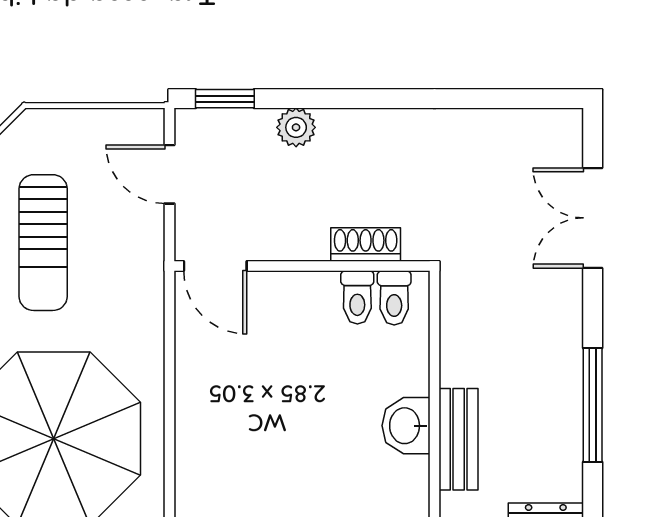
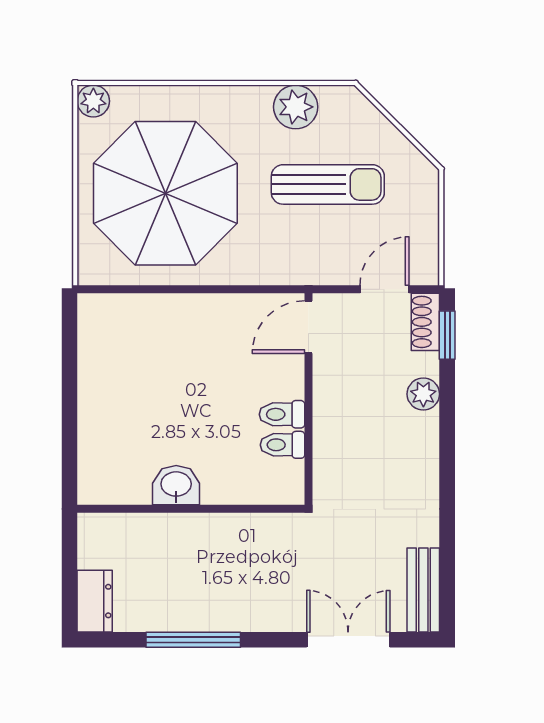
sun lounger: (43, 243) -> (328, 184), turned 180
shoe rack: (366, 244) -> (425, 322), moved, turned 180
toilet: (394, 298) -> (282, 414), moved
bench: (459, 439) -> (423, 590), moved, turned 90

